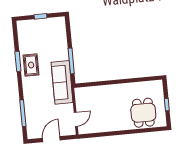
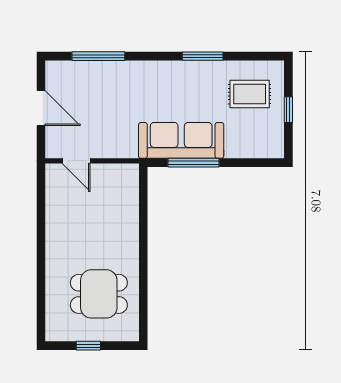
rug: (31, 65) -> (250, 94), moved
sofa: (62, 82) -> (181, 140), moved
dining table: (143, 113) -> (99, 294), moved

